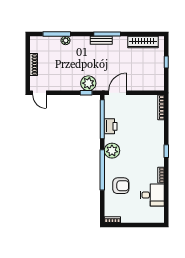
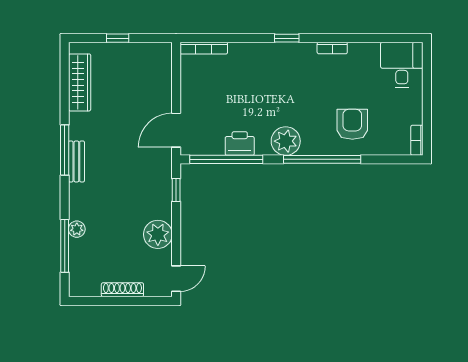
plant: (88, 83) -> (158, 234), moved
door: (118, 93) -> (176, 130), hinge flipped
desk: (152, 195) -> (402, 65), moved

